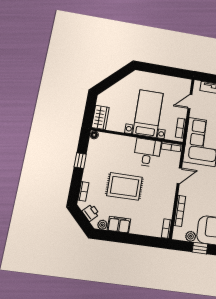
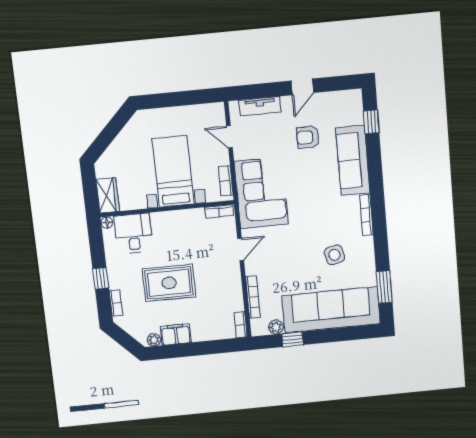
door: (190, 102) -> (229, 137), hinge flipped
desk: (147, 152) -> (133, 234), moved
window: (80, 161) -> (101, 279), moved
printer: (91, 213) -> (134, 328), removed

